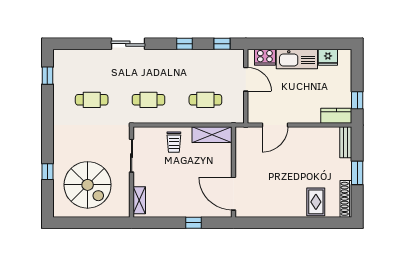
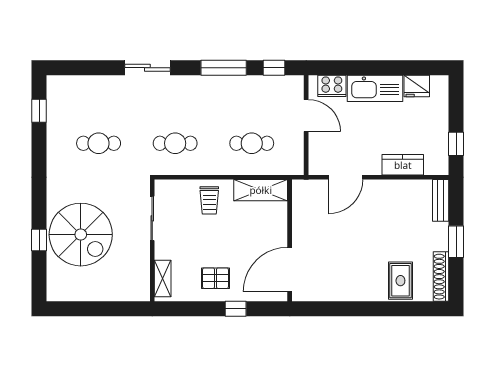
window: (184, 44) -> (224, 68), width x2.17
kitchen counter: (336, 116) -> (403, 165), moved
spiral stairs: (88, 185) -> (81, 235), moved
door: (234, 194) -> (290, 270), hinge flipped
pallet: (179, 200) -> (215, 278), added

